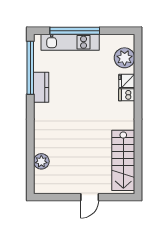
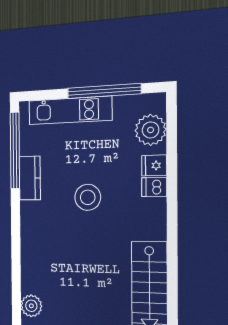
window: (75, 31) -> (104, 91), moved
stool: (82, 101) -> (88, 197), added
plant: (41, 161) -> (31, 306), moved

